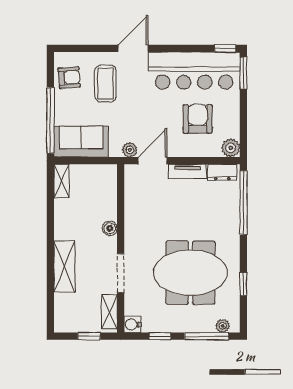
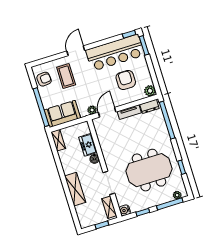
freezer: (106, 203) -> (88, 145), added

